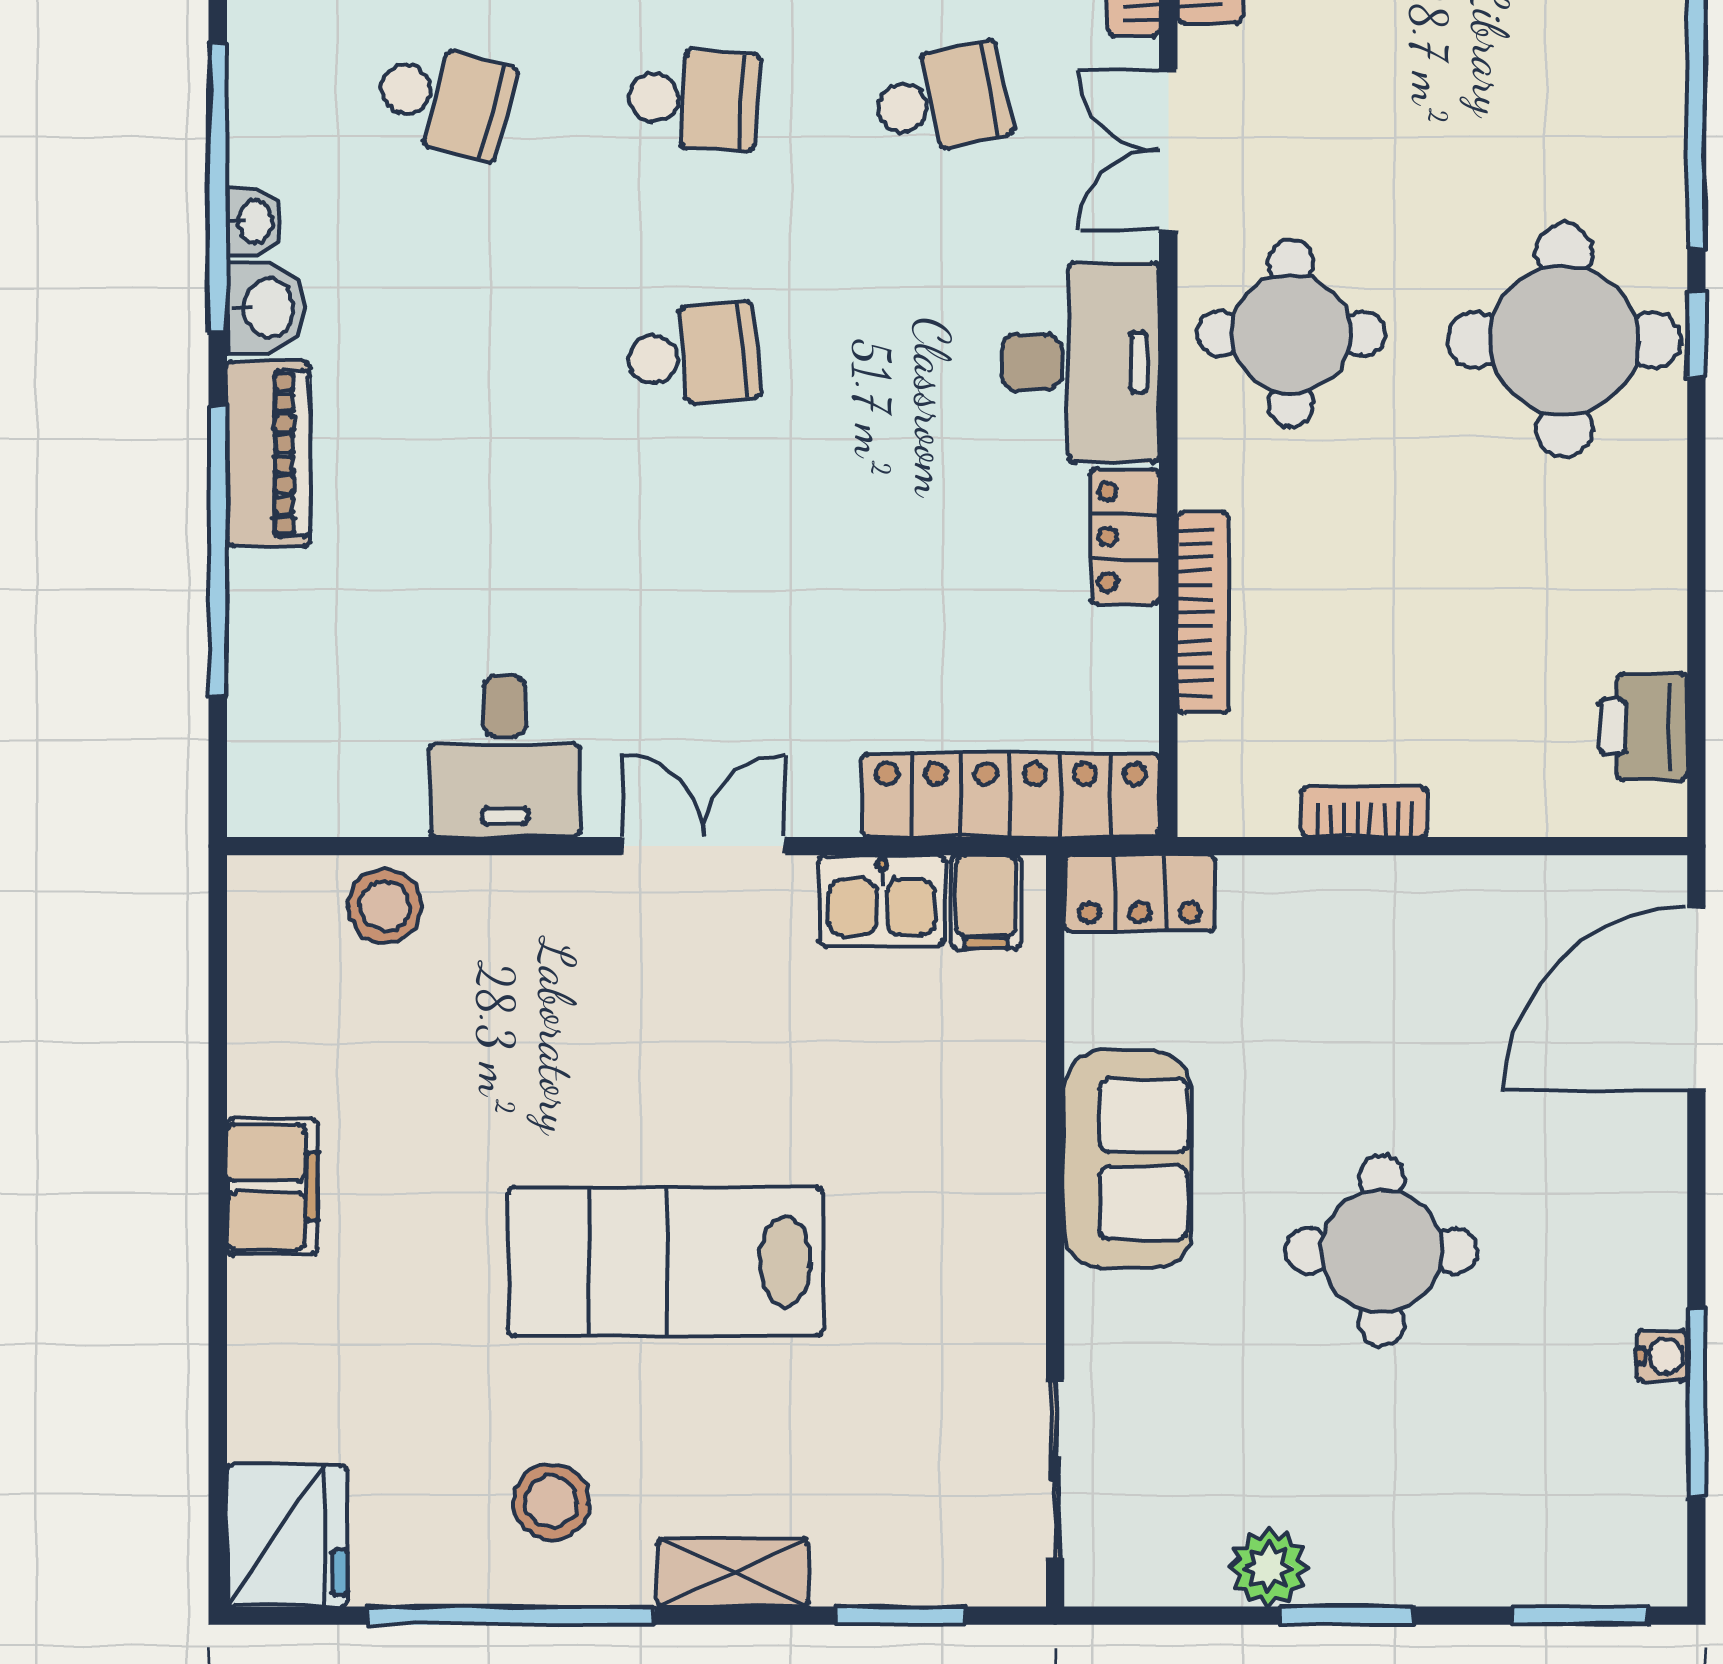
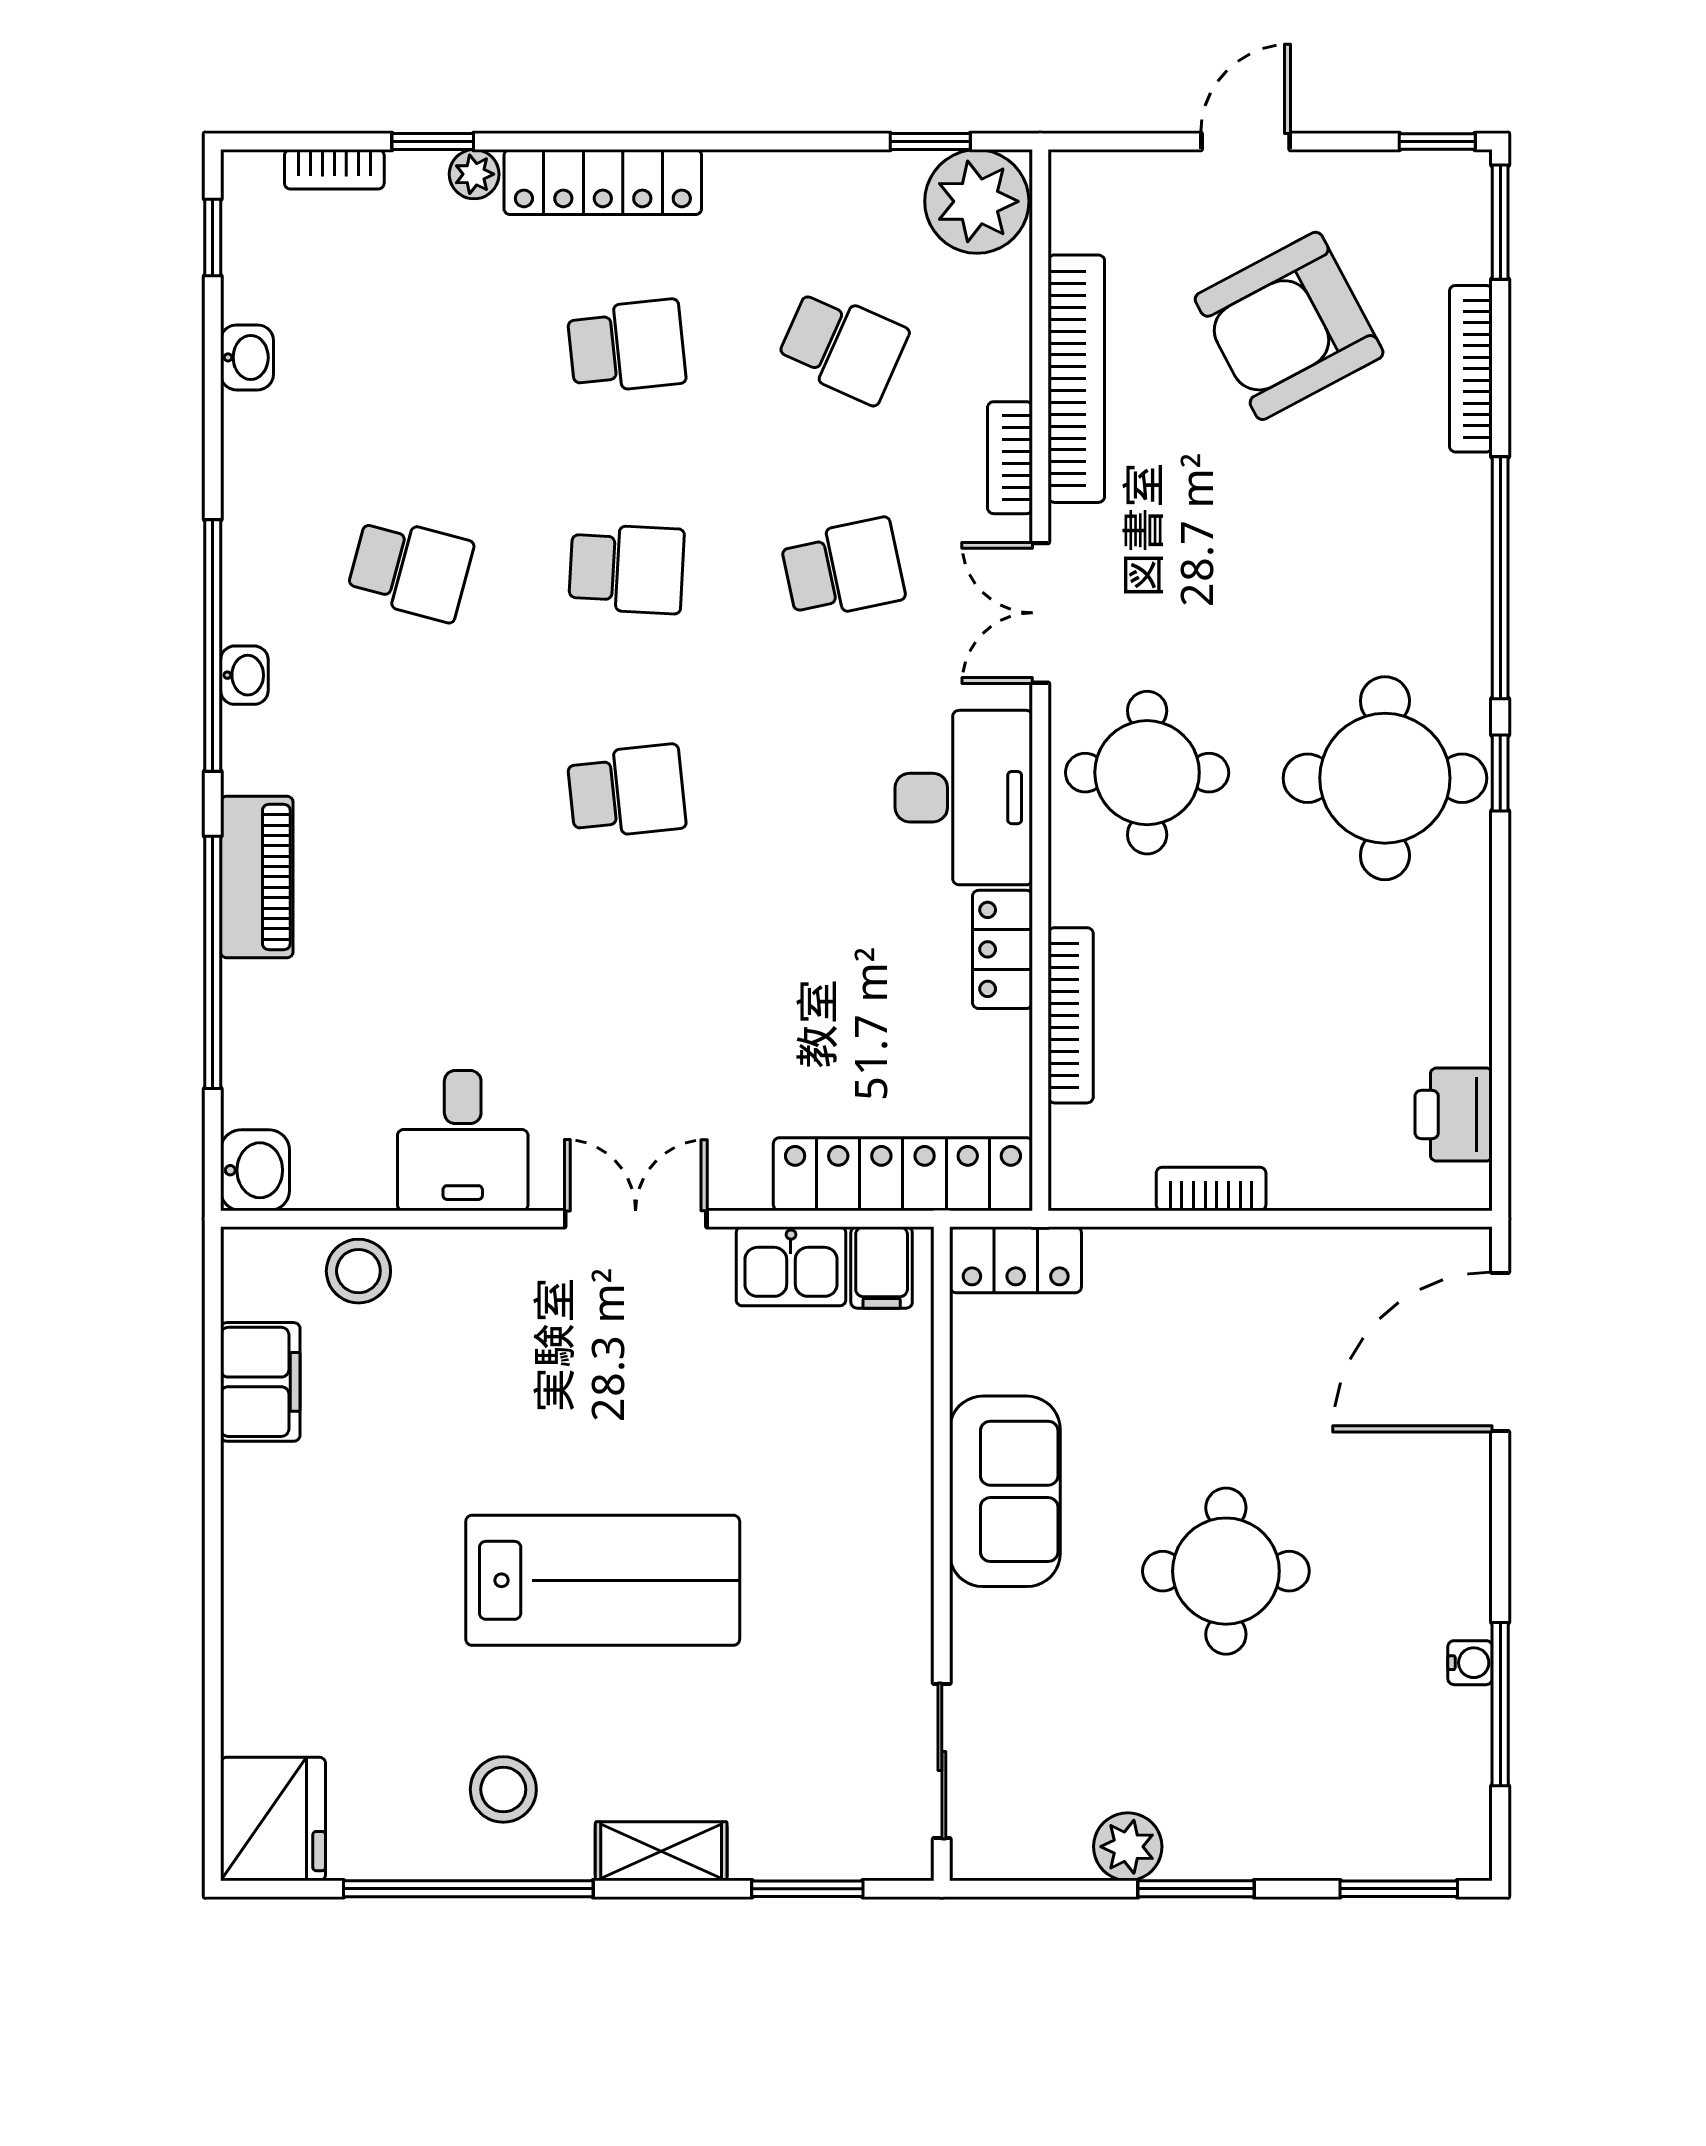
washbasin: (266, 308) -> (255, 1170), moved
filing cabinet: (272, 1187) -> (260, 1382), moved
lab bench: (666, 1261) -> (603, 1580), turned 180

